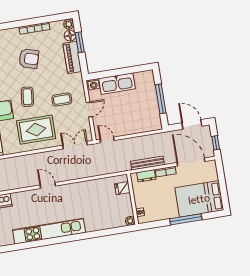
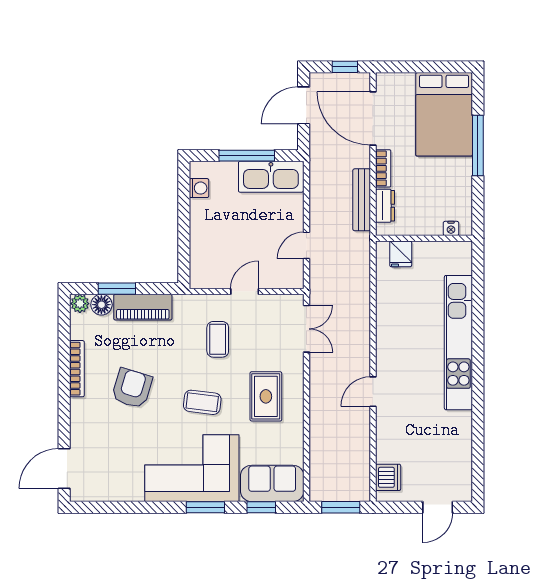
washing machine: (94, 84) -> (199, 188), moved
kitchen sink: (117, 84) -> (271, 177), moved, turned 90
door: (89, 109) -> (245, 292), hinge flipped
rug: (36, 130) -> (266, 396), width x0.73, depth x0.70
door: (107, 140) -> (306, 245), moved
double door: (75, 145) -> (306, 329), swing flipped
door: (191, 162) -> (373, 118), hinge flipped
plant: (130, 221) -> (464, 249), removed
kitchen unit: (49, 231) -> (458, 343), moved

